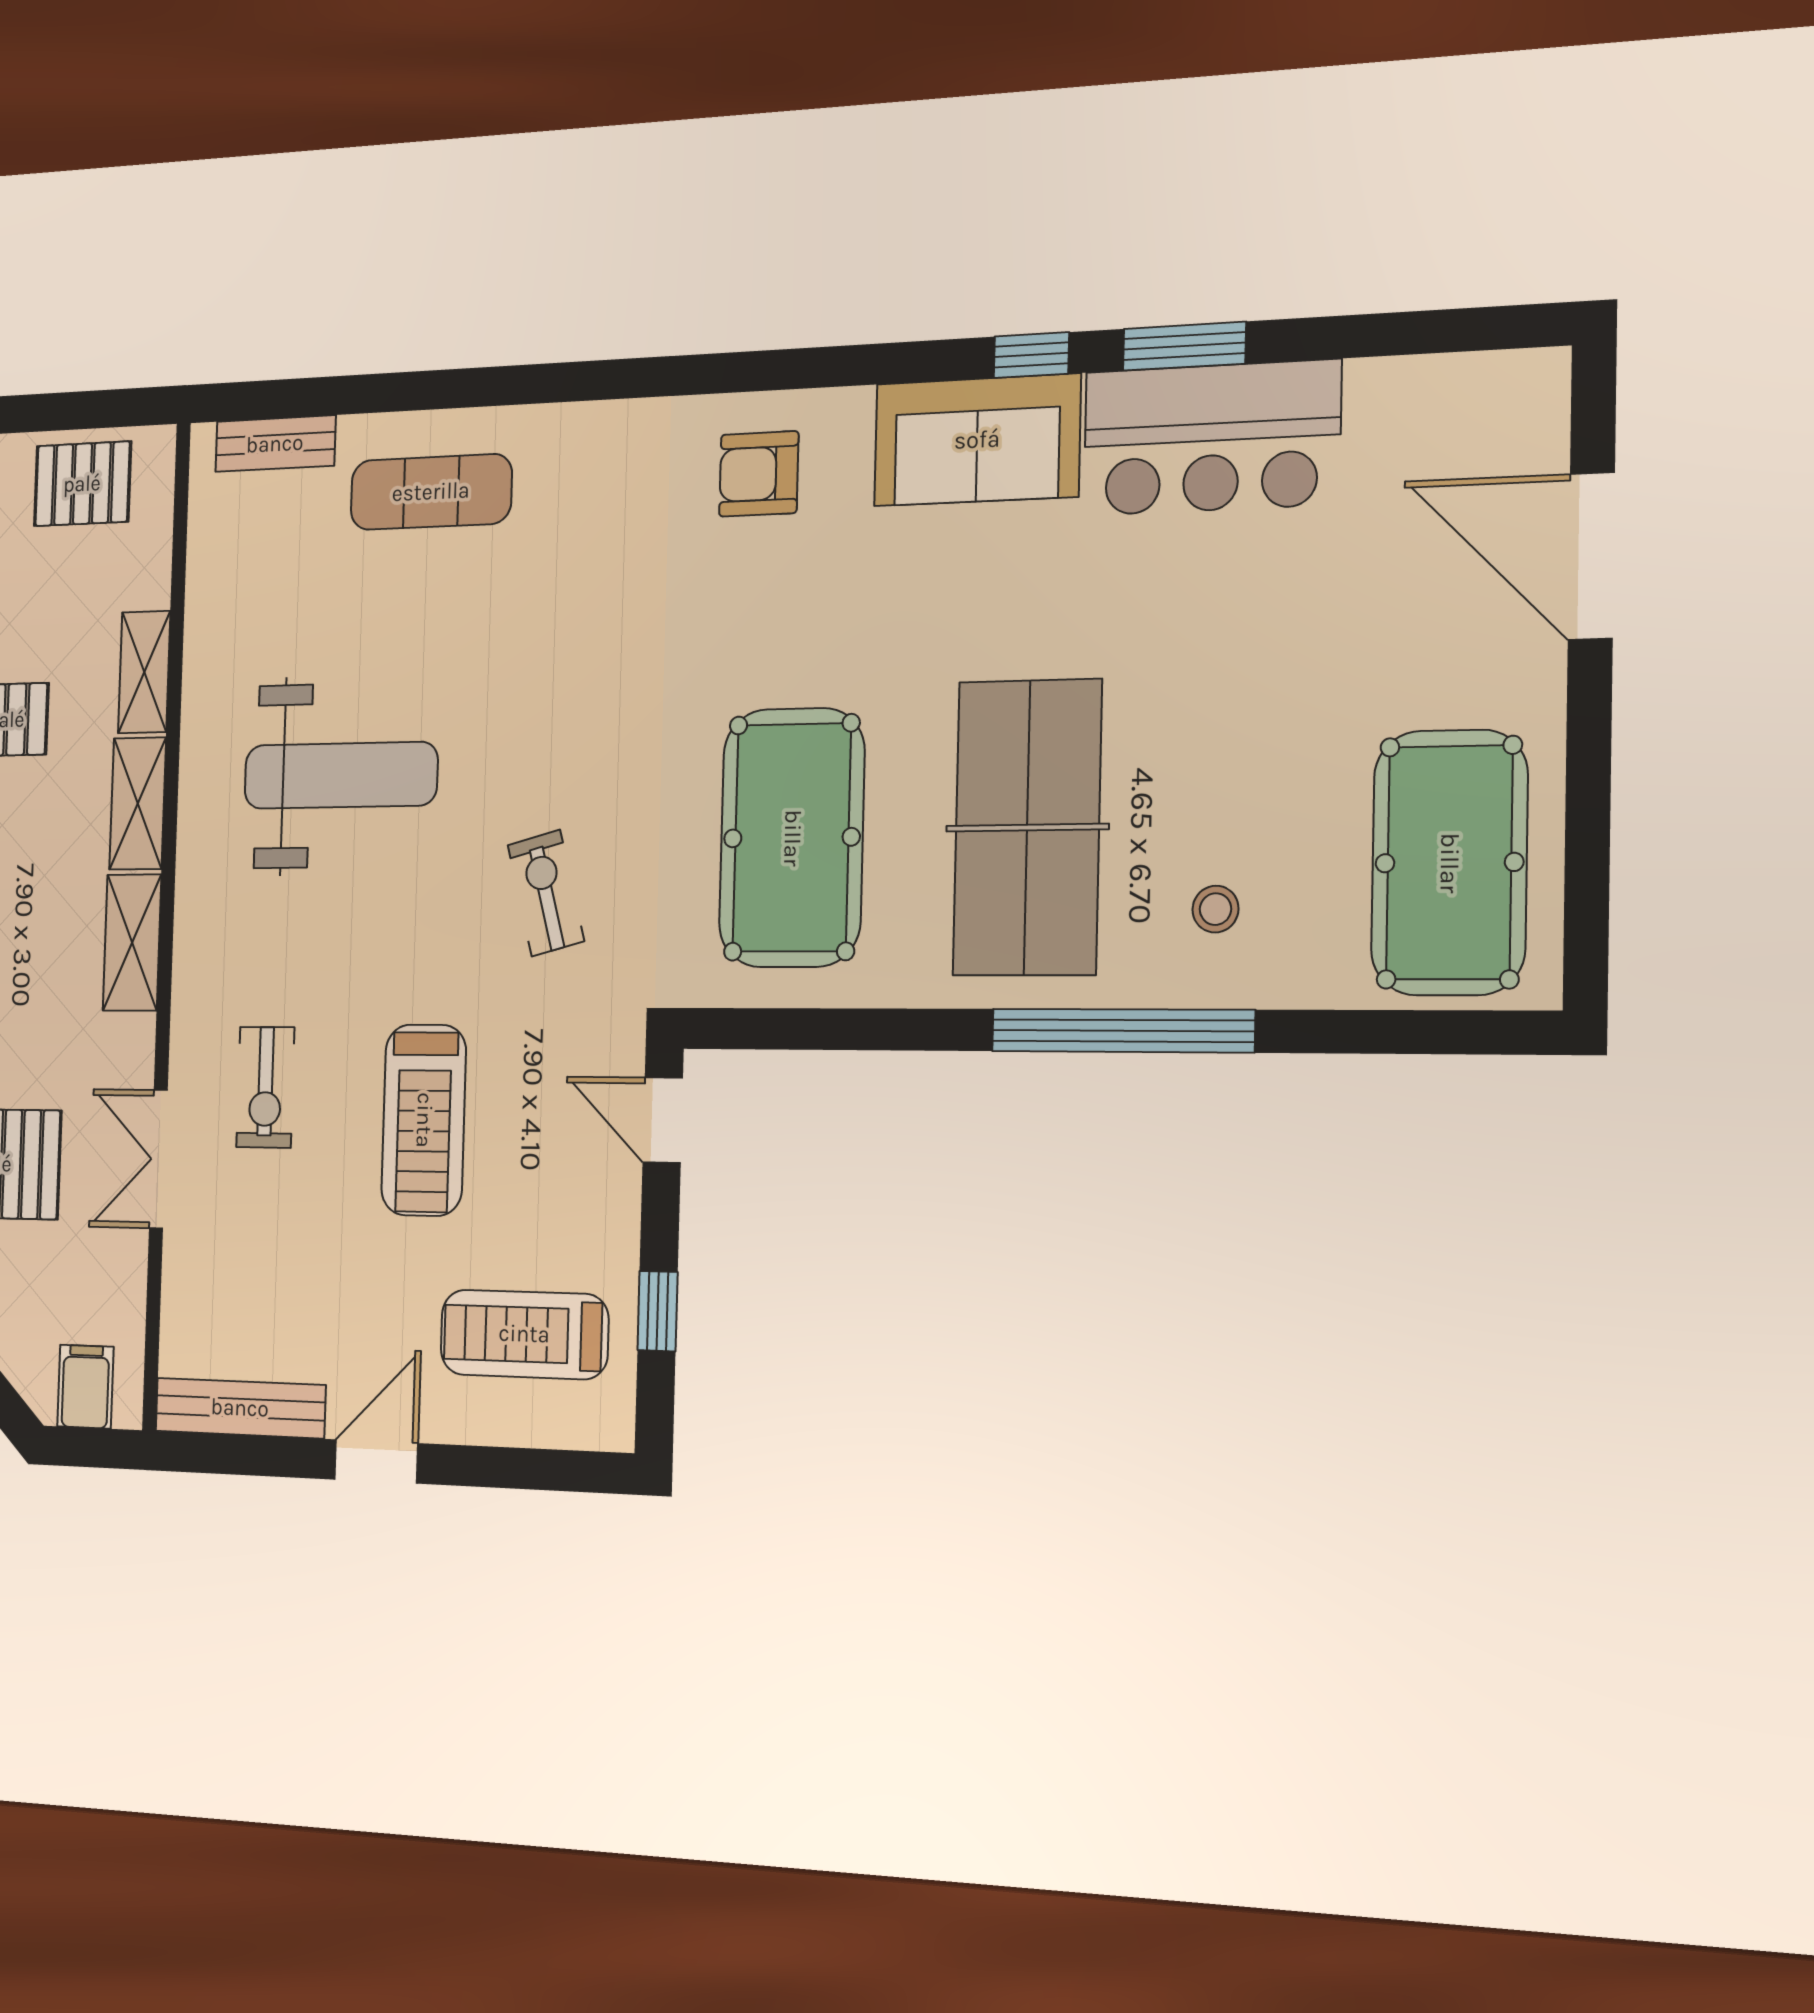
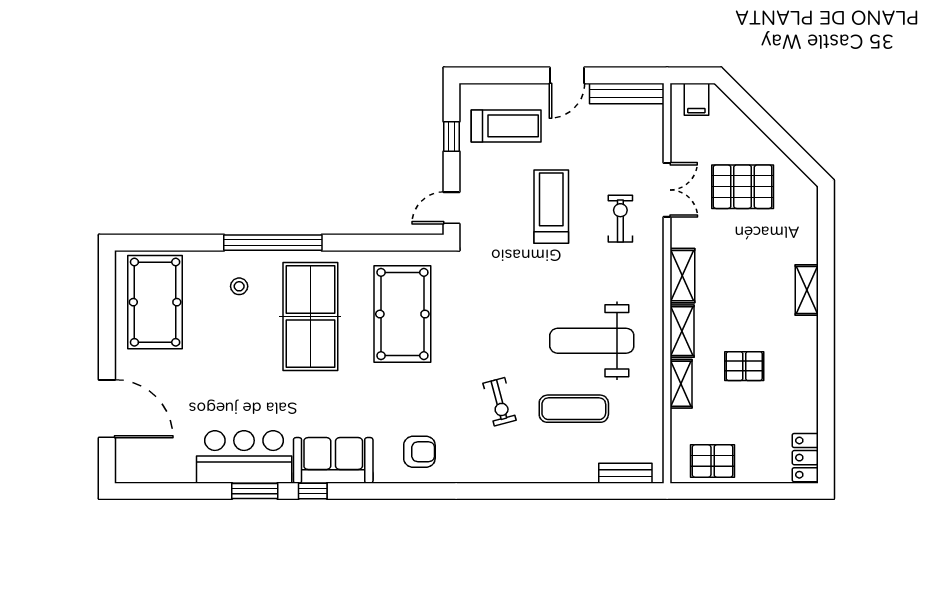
exercise mat: (431, 492) -> (574, 409), moved
exercise bike: (546, 893) -> (499, 402), moved
door: (663, 1120) -> (452, 208), swing flipped

